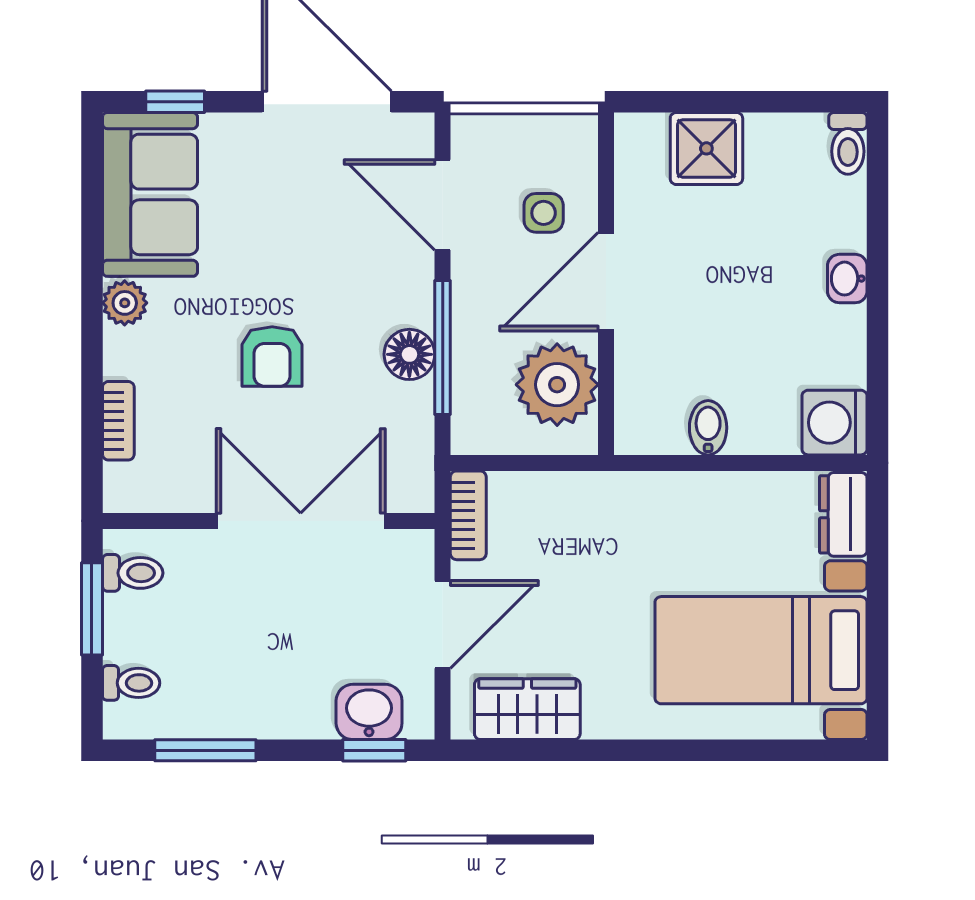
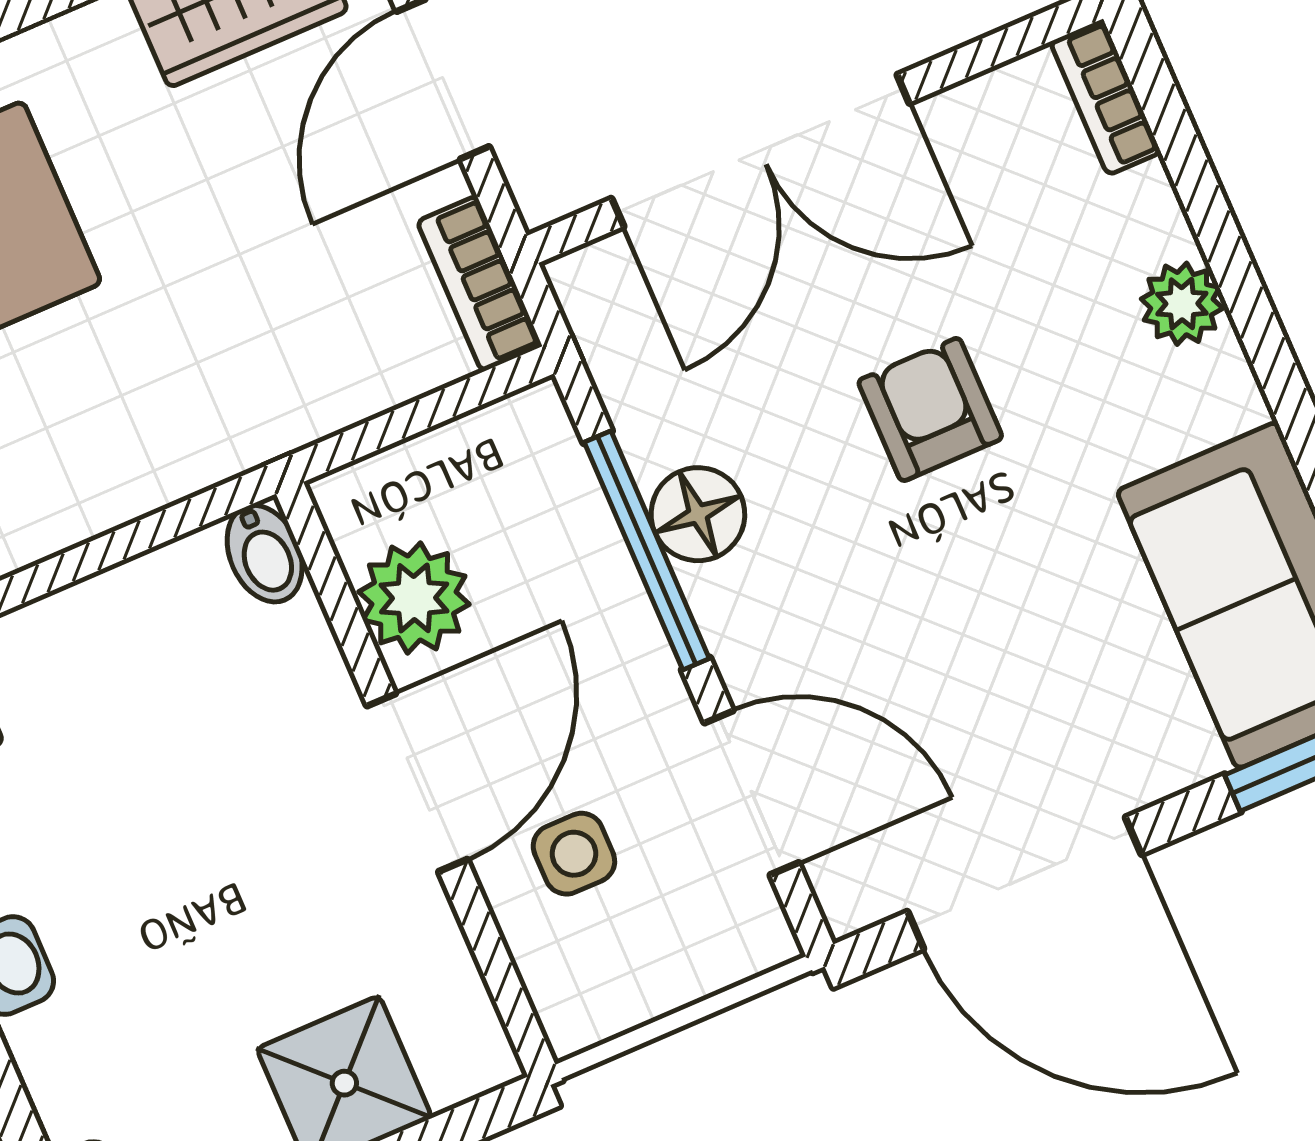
plant: (125, 303) -> (1182, 304), moved
plant: (557, 385) -> (414, 598), width x0.73, depth x0.73
bookcase: (118, 421) -> (1106, 97), moved
bidet: (708, 428) -> (265, 554), moved

